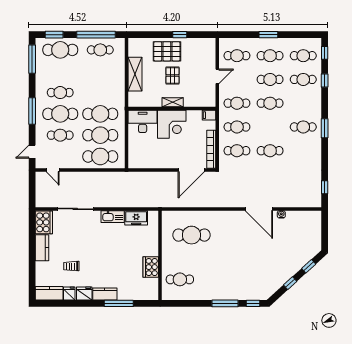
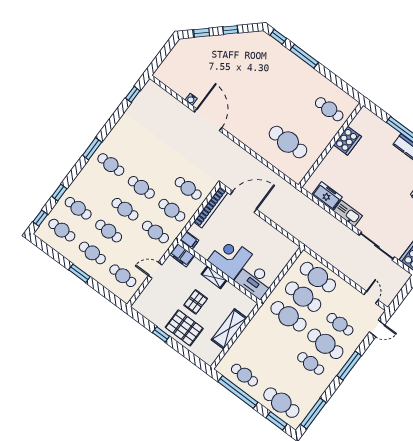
filing cabinet: (206, 101) -> (182, 255), added
cafe table: (270, 151) -> (141, 187), moved

